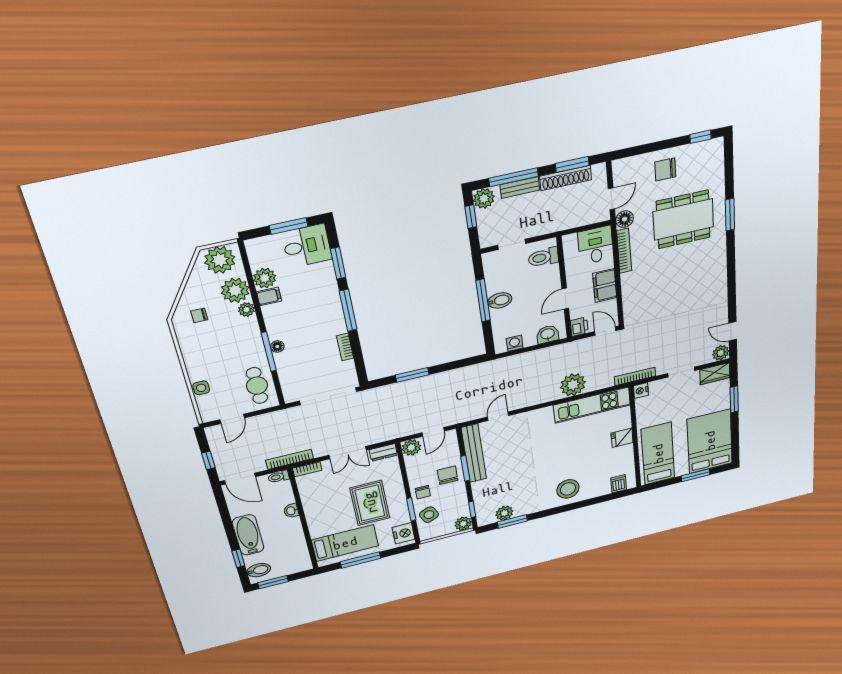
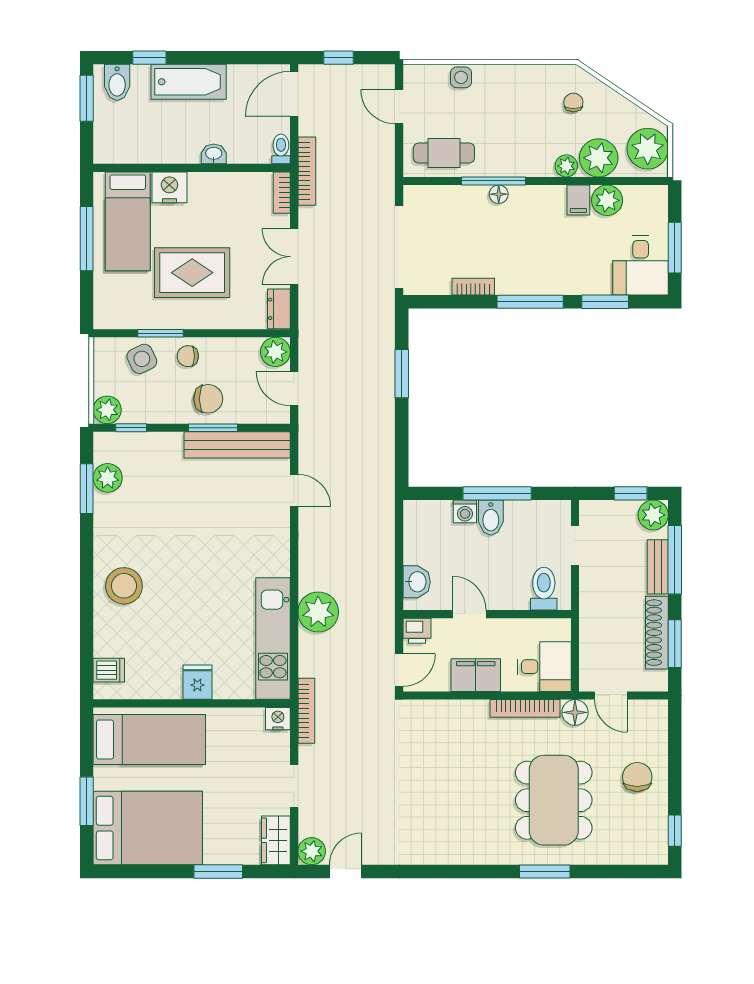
washing machine: (515, 343) -> (465, 511), moved, turned 90
nightstand: (403, 533) -> (169, 187), moved, turned 180

